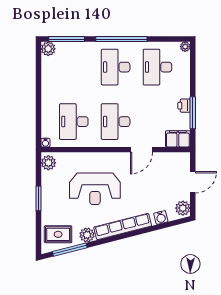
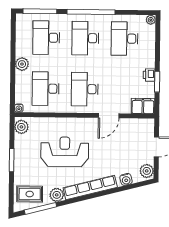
plant: (48, 49) -> (22, 64), moved
desk: (74, 67) -> (46, 38), added
window: (193, 113) -> (157, 82), width x0.69
reception desk: (95, 189) -> (65, 152), turned 180

